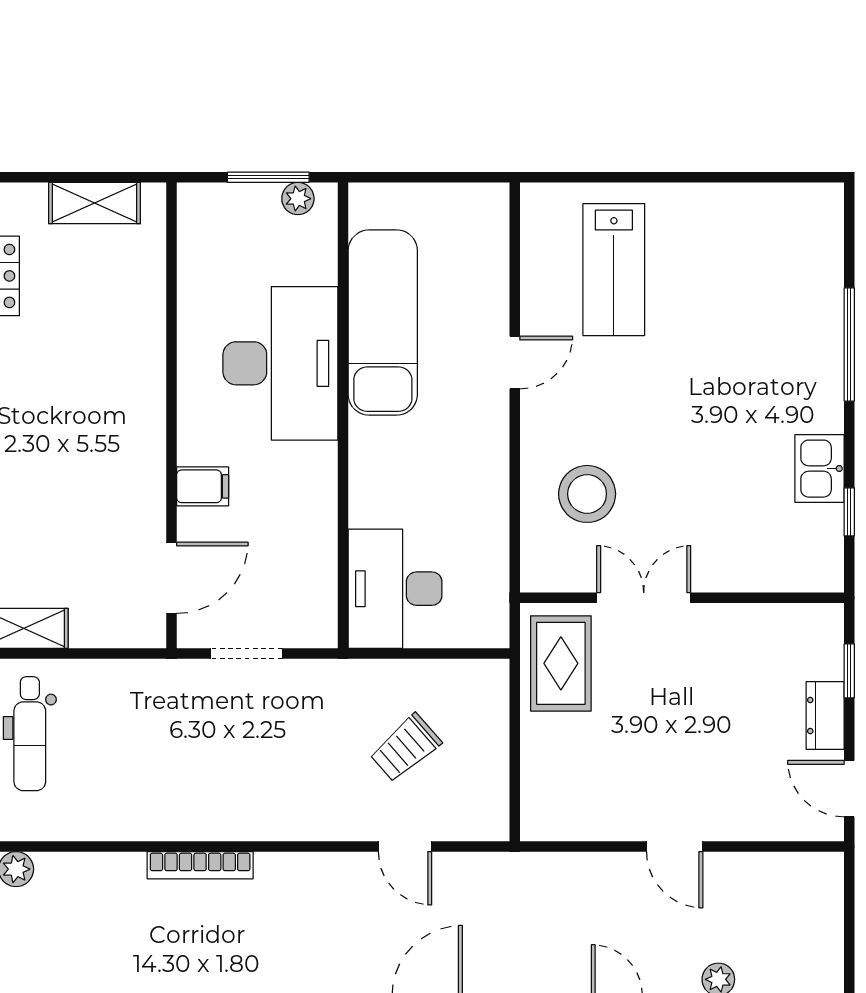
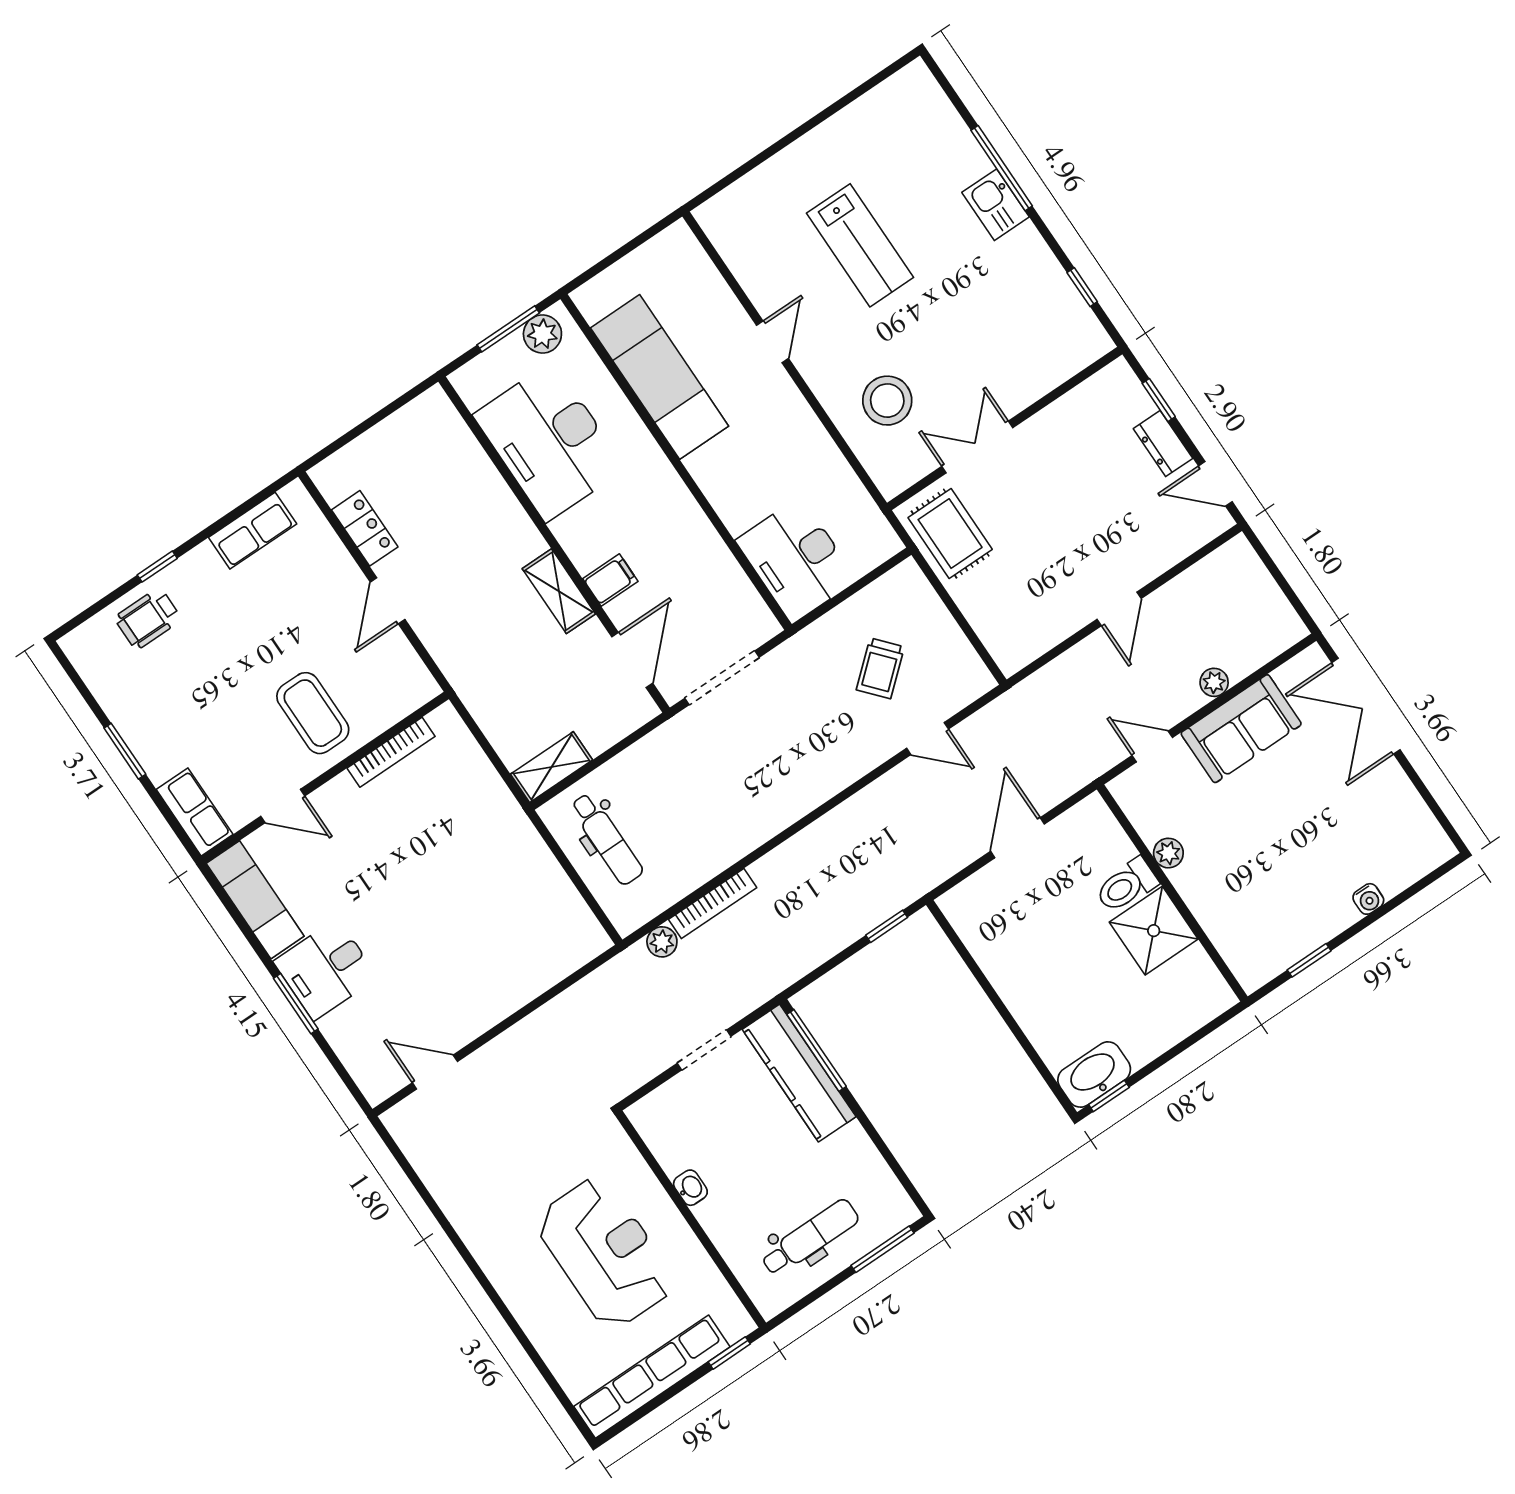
plant: (298, 199) -> (542, 334), width x1.38, depth x1.38
shelving: (95, 203) -> (559, 591), moved, turned 90
lab bench: (614, 270) -> (860, 245), moved
desk: (280, 363) -> (549, 442), moved, turned 180
kitchen sink: (820, 469) -> (996, 205), moved
doorway: (246, 653) -> (722, 678), width x1.38
door: (675, 846) -> (1119, 609), hinge flipped
bookcase: (200, 865) -> (713, 903), moved

